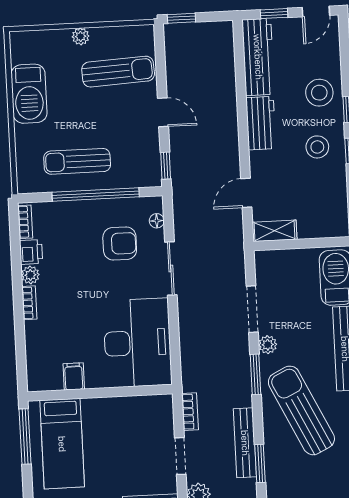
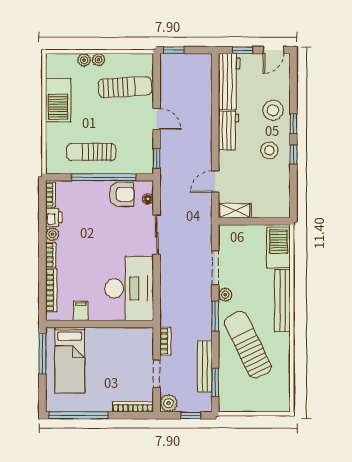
plant: (61, 38) -> (84, 60), added
armchair: (120, 244) -> (122, 194), moved
bookcase: (33, 351) -> (51, 290), added

